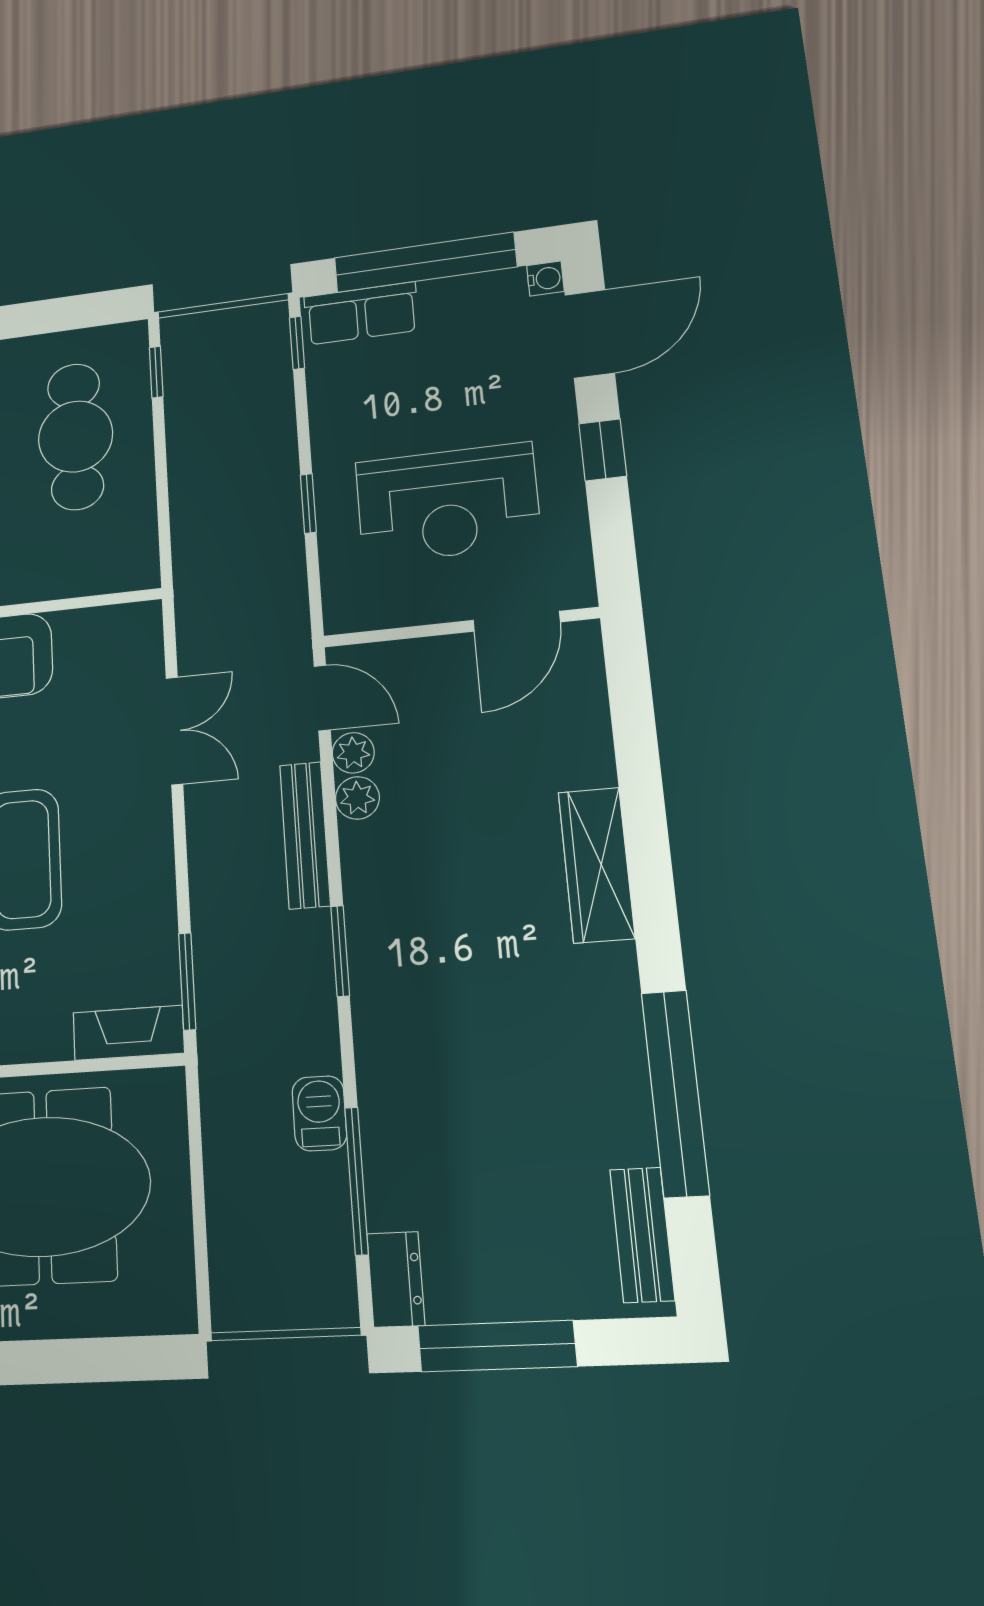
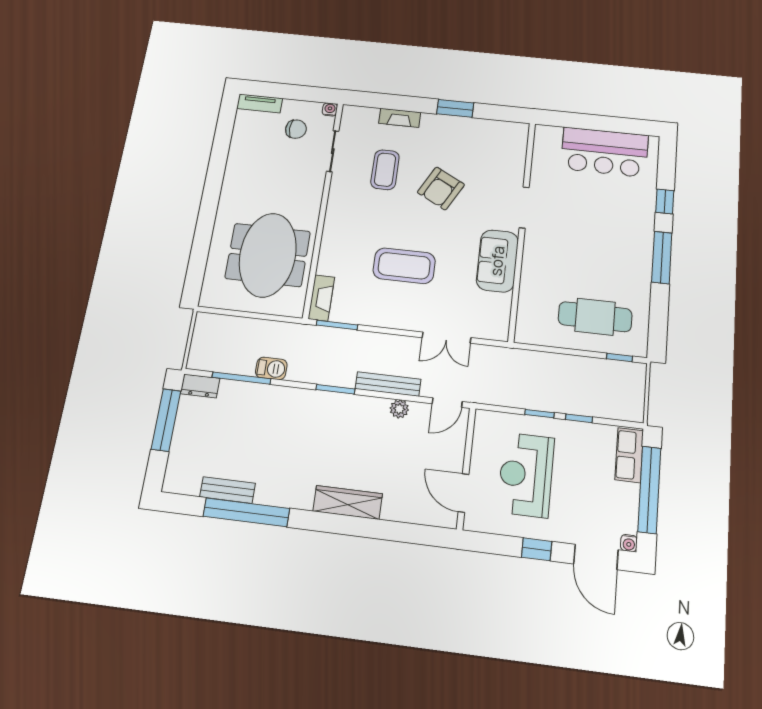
window: (297, 343) -> (579, 418), moved
plant: (353, 753) -> (420, 411), removed
bench: (642, 1235) -> (228, 490), moved

